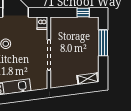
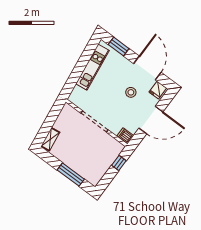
window: (83, 13) -> (119, 163), moved

